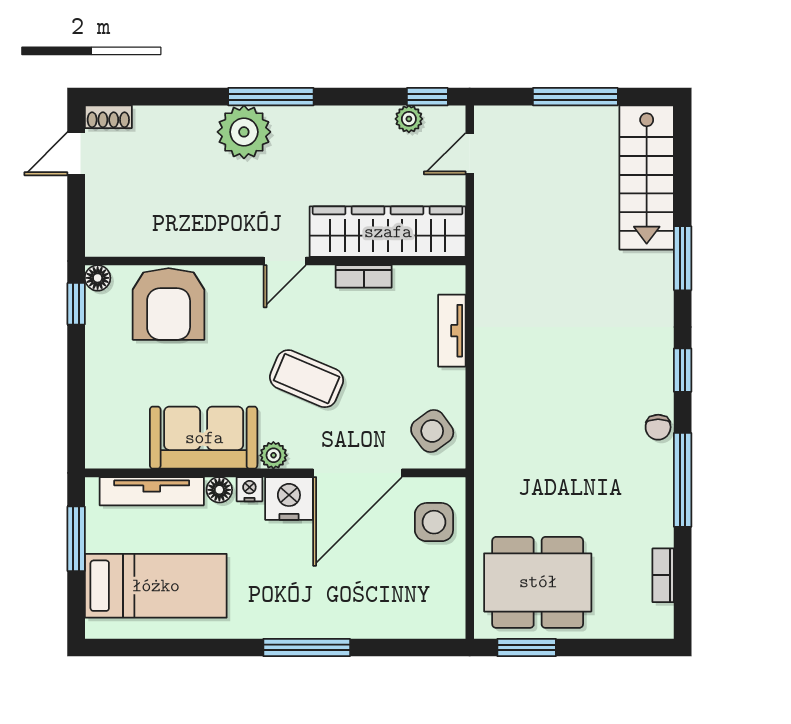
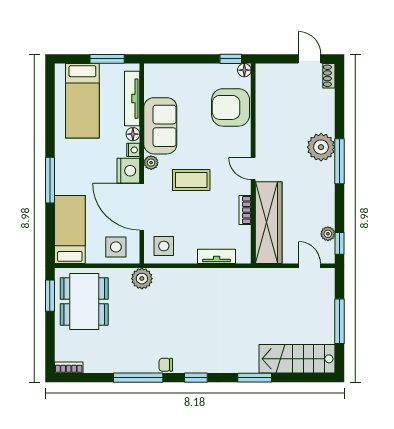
coffee table: (307, 379) -> (191, 180), turned 67
side table: (432, 431) -> (164, 246), turned 36
plant: (494, 473) -> (142, 279), added
bookcase: (663, 575) -> (69, 367), moved
bed: (401, 610) -> (70, 229), added

